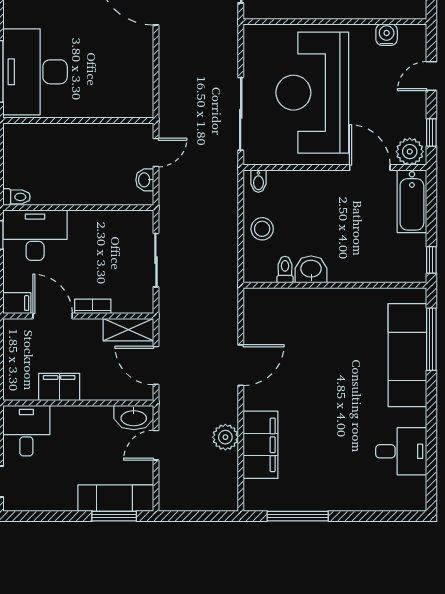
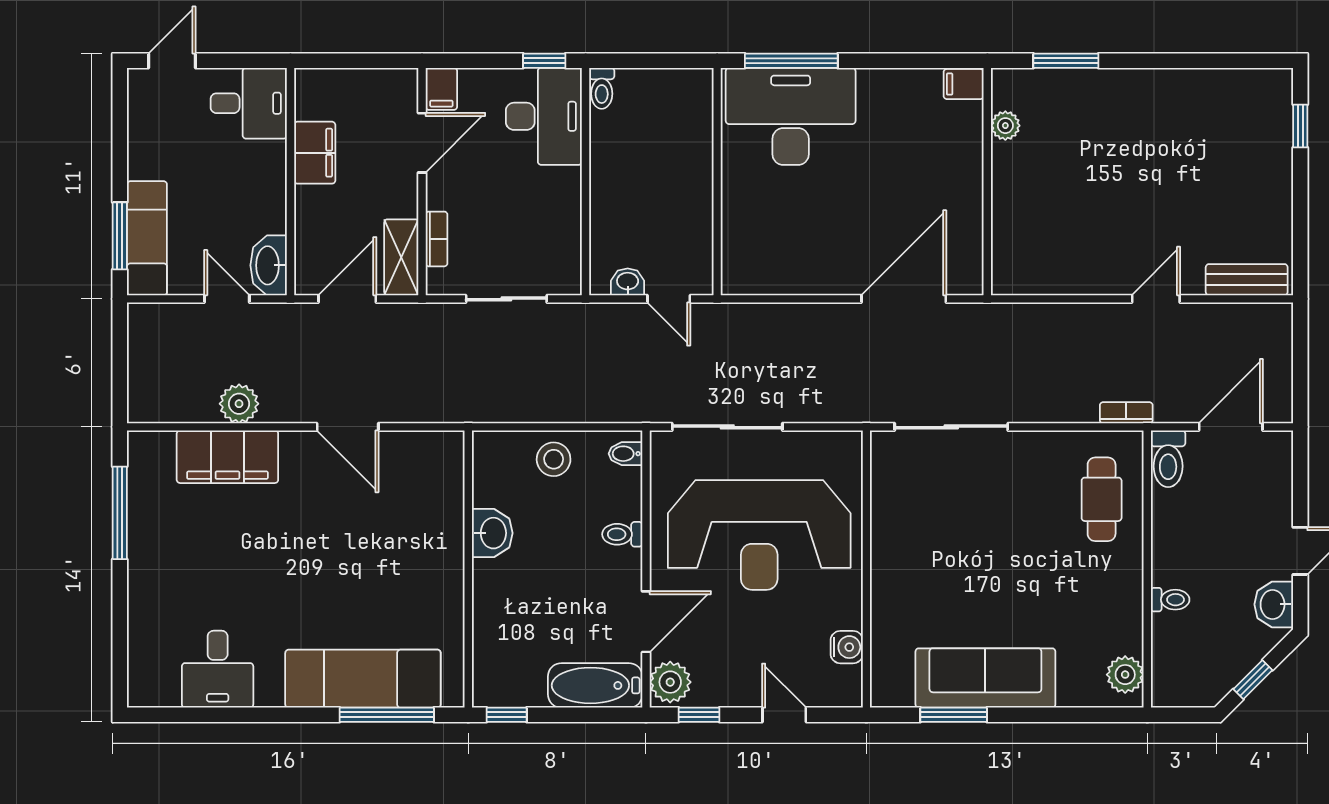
reception desk: (312, 93) -> (759, 535), turned 180
toilet: (285, 270) -> (622, 534), moved, turned 180
bookcase: (93, 306) -> (437, 239), moved

